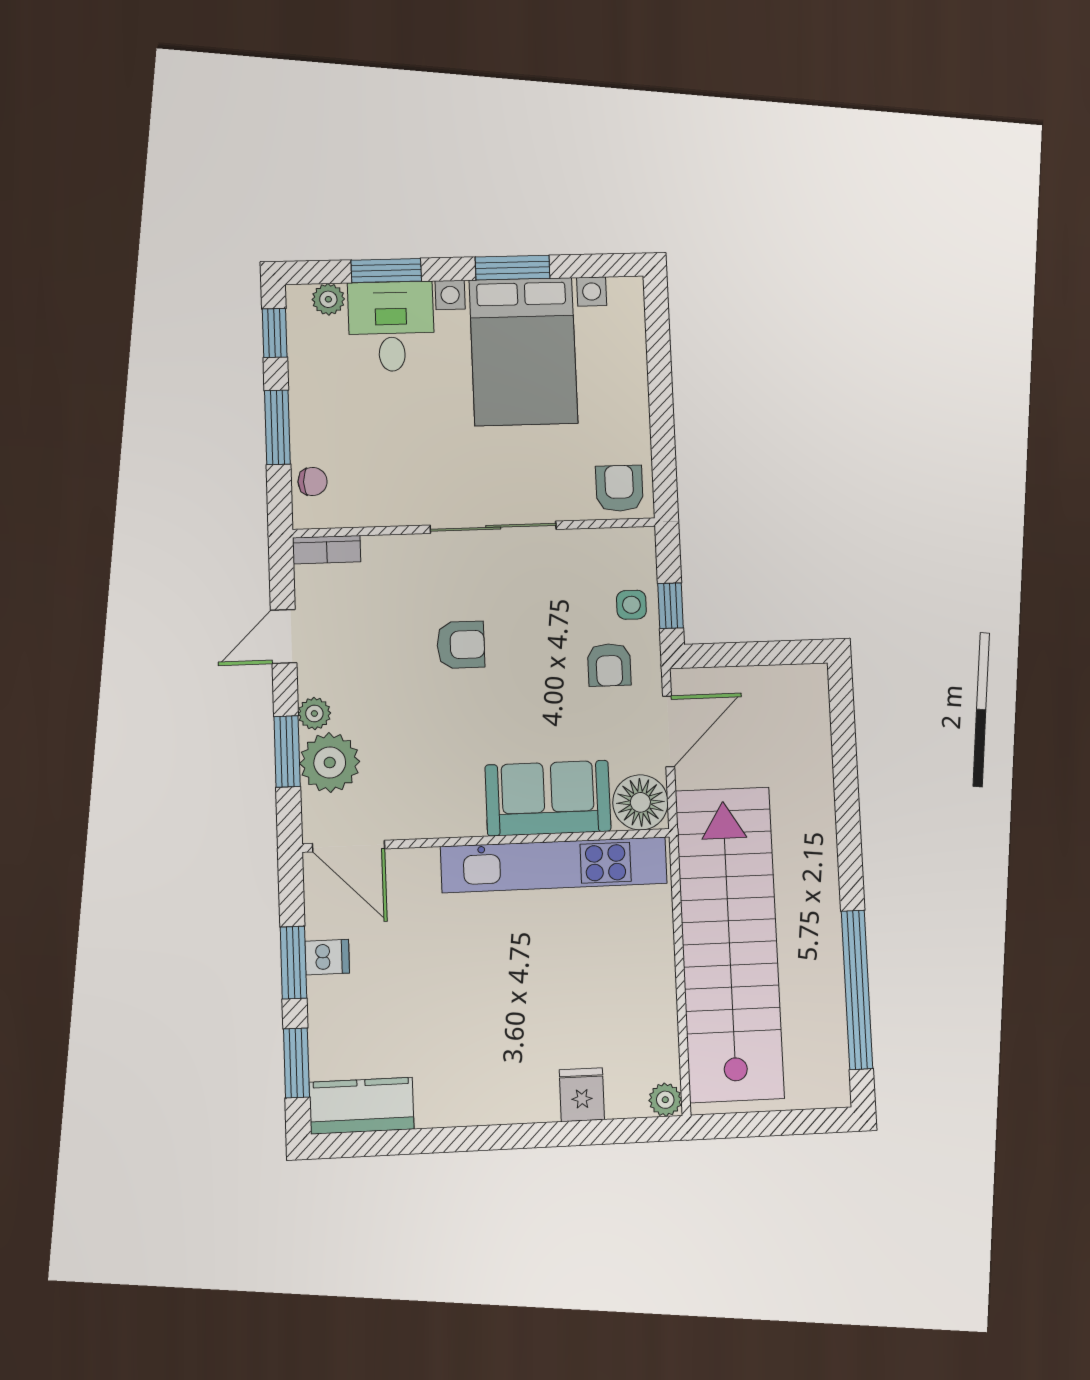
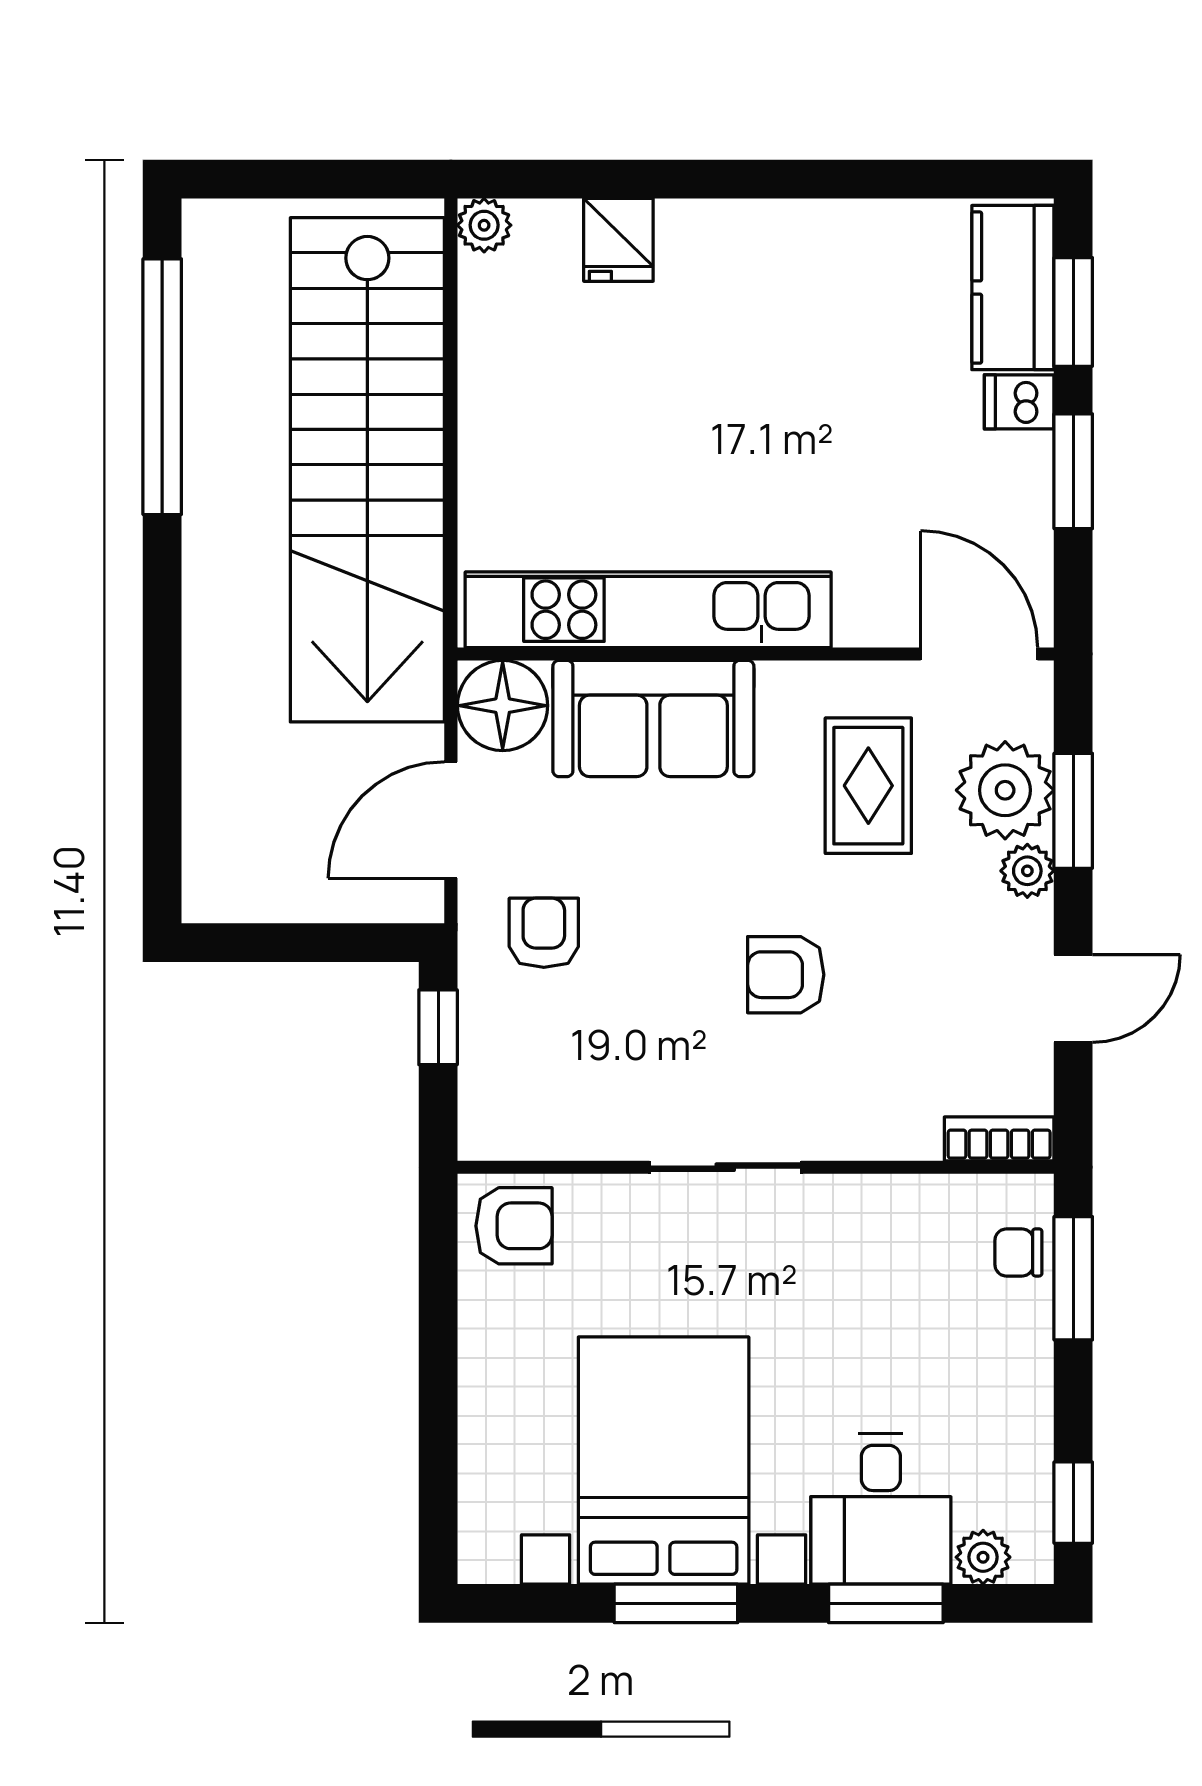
window: (277, 427) -> (1073, 1278), moved
armchair: (619, 488) -> (514, 1226), turned -90
sliding door: (493, 527) -> (725, 1167), width x0.73
side table: (631, 605) -> (503, 1031), removed
rug: (414, 762) -> (868, 786), added
dishwasher: (327, 957) -> (1019, 402), moved
kitchen counter: (362, 1106) -> (1013, 288), moved, turned 90

